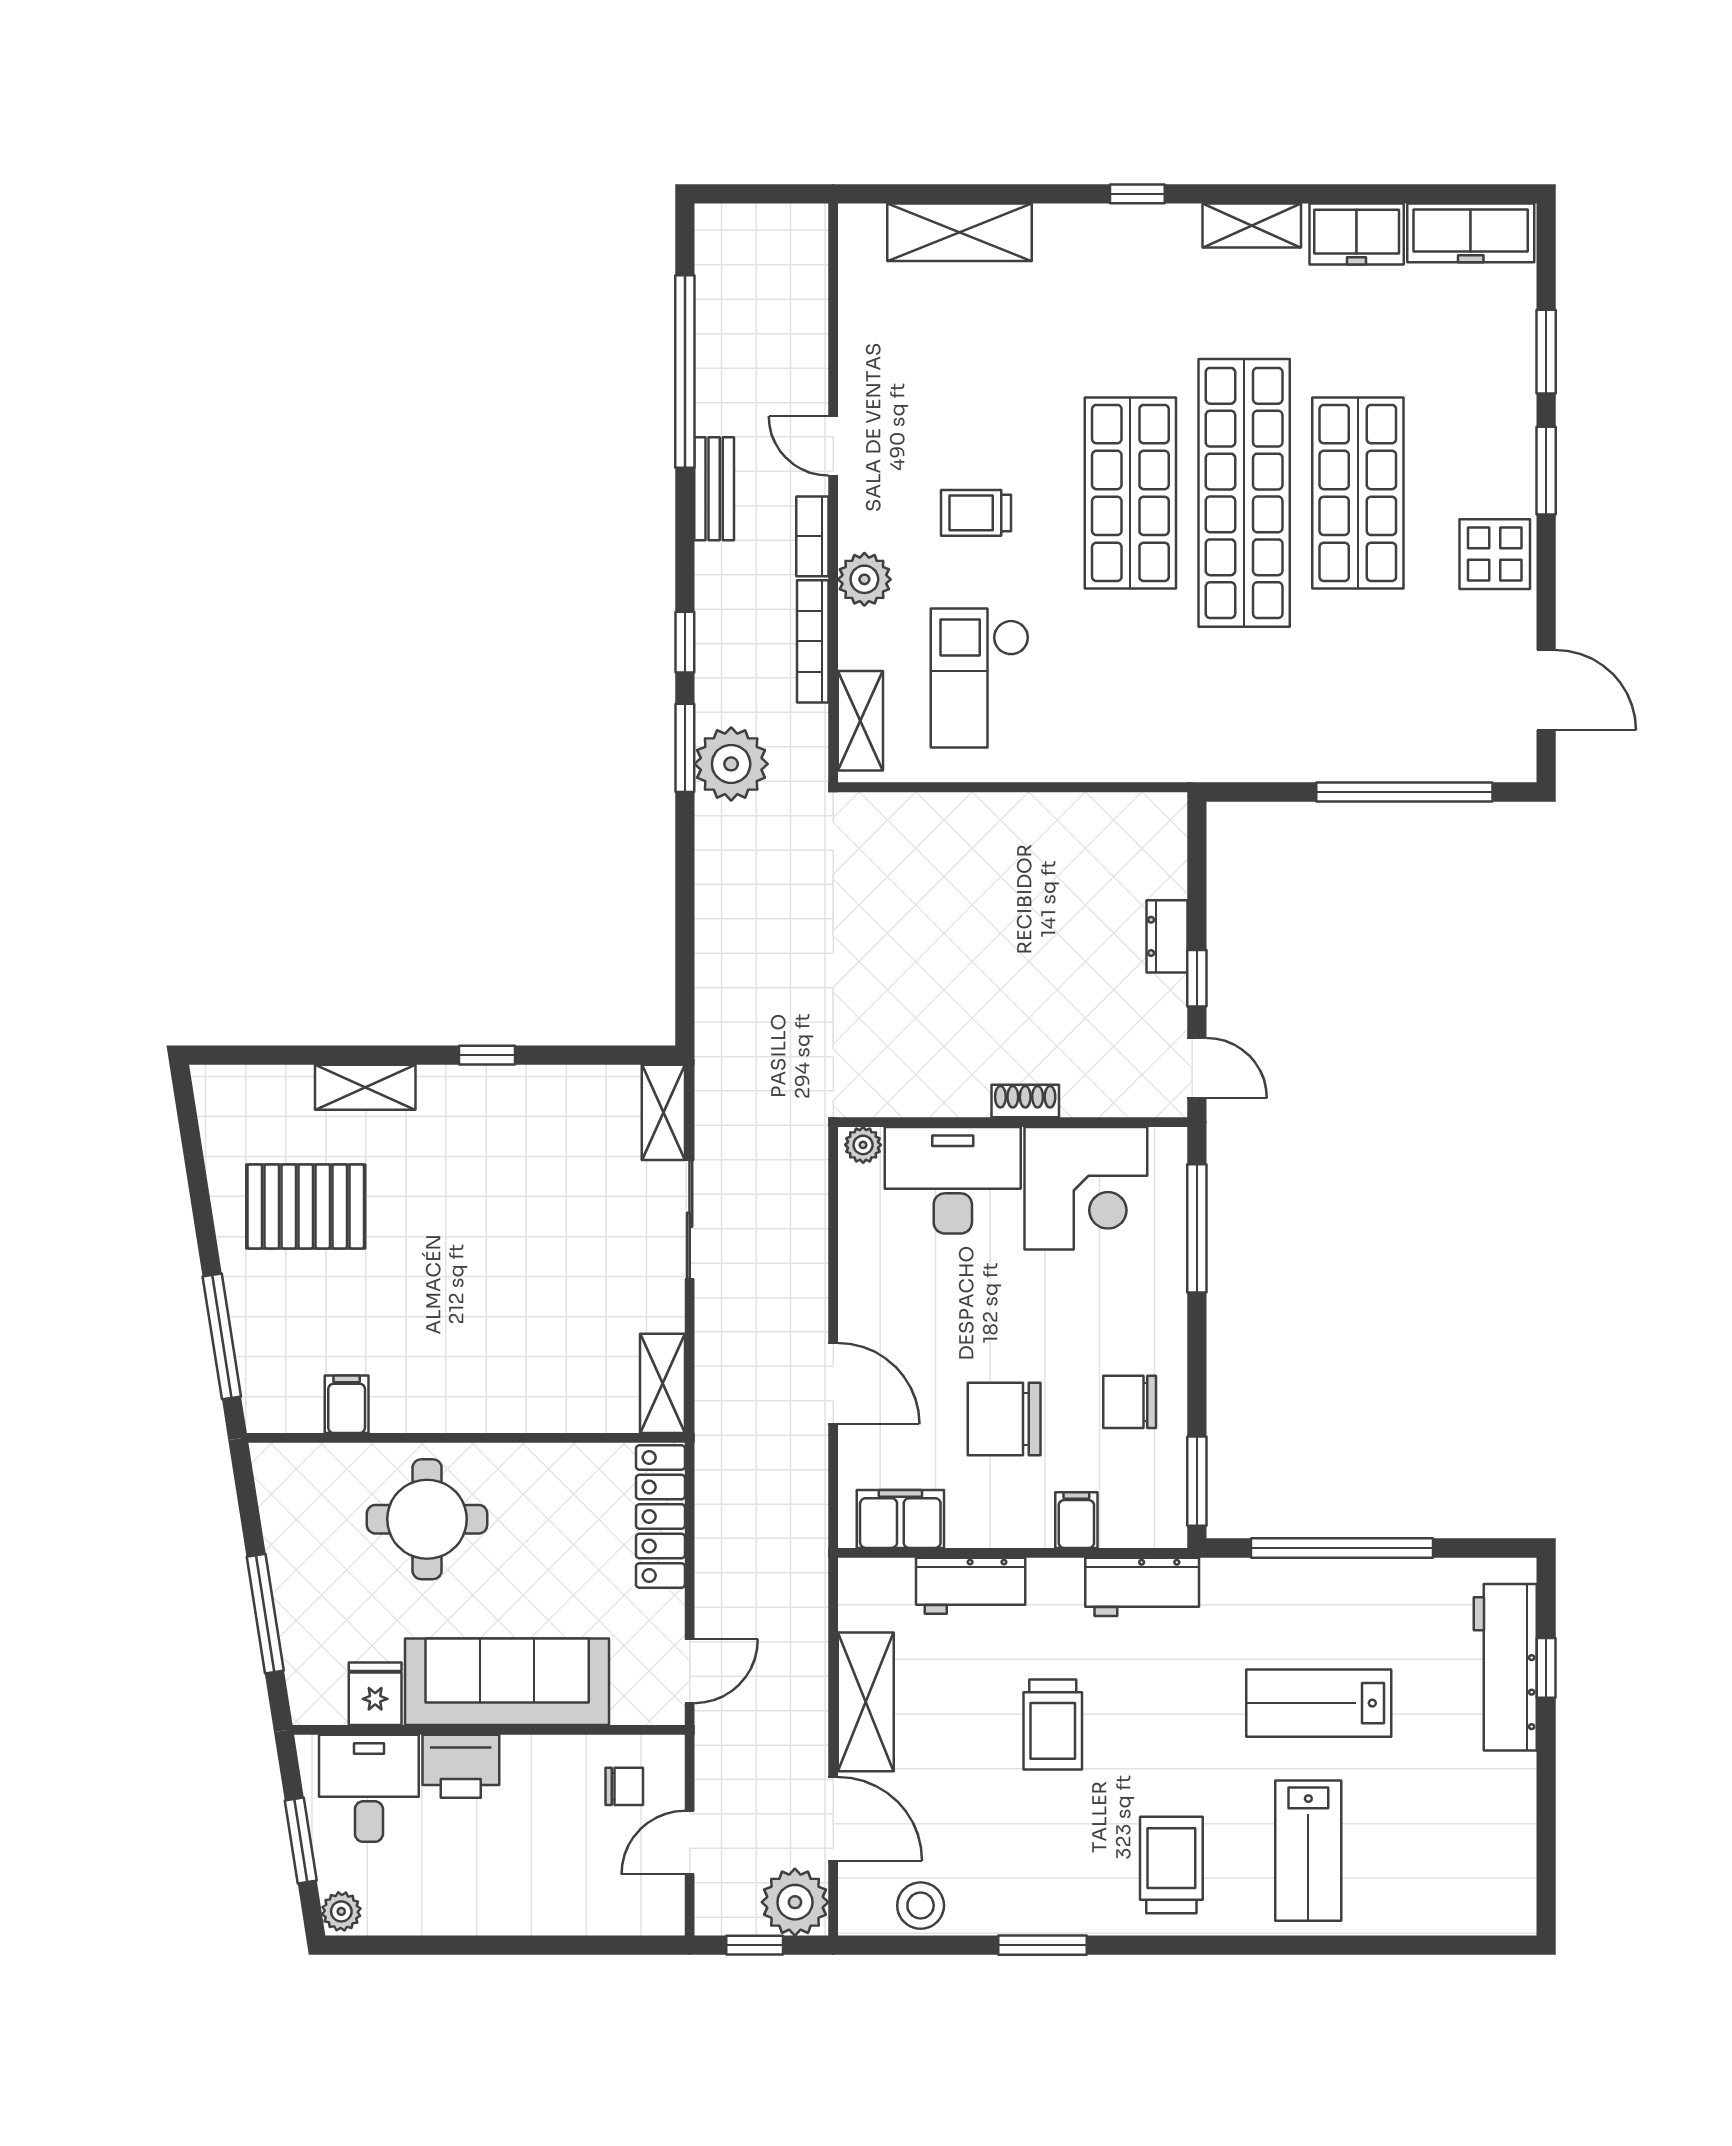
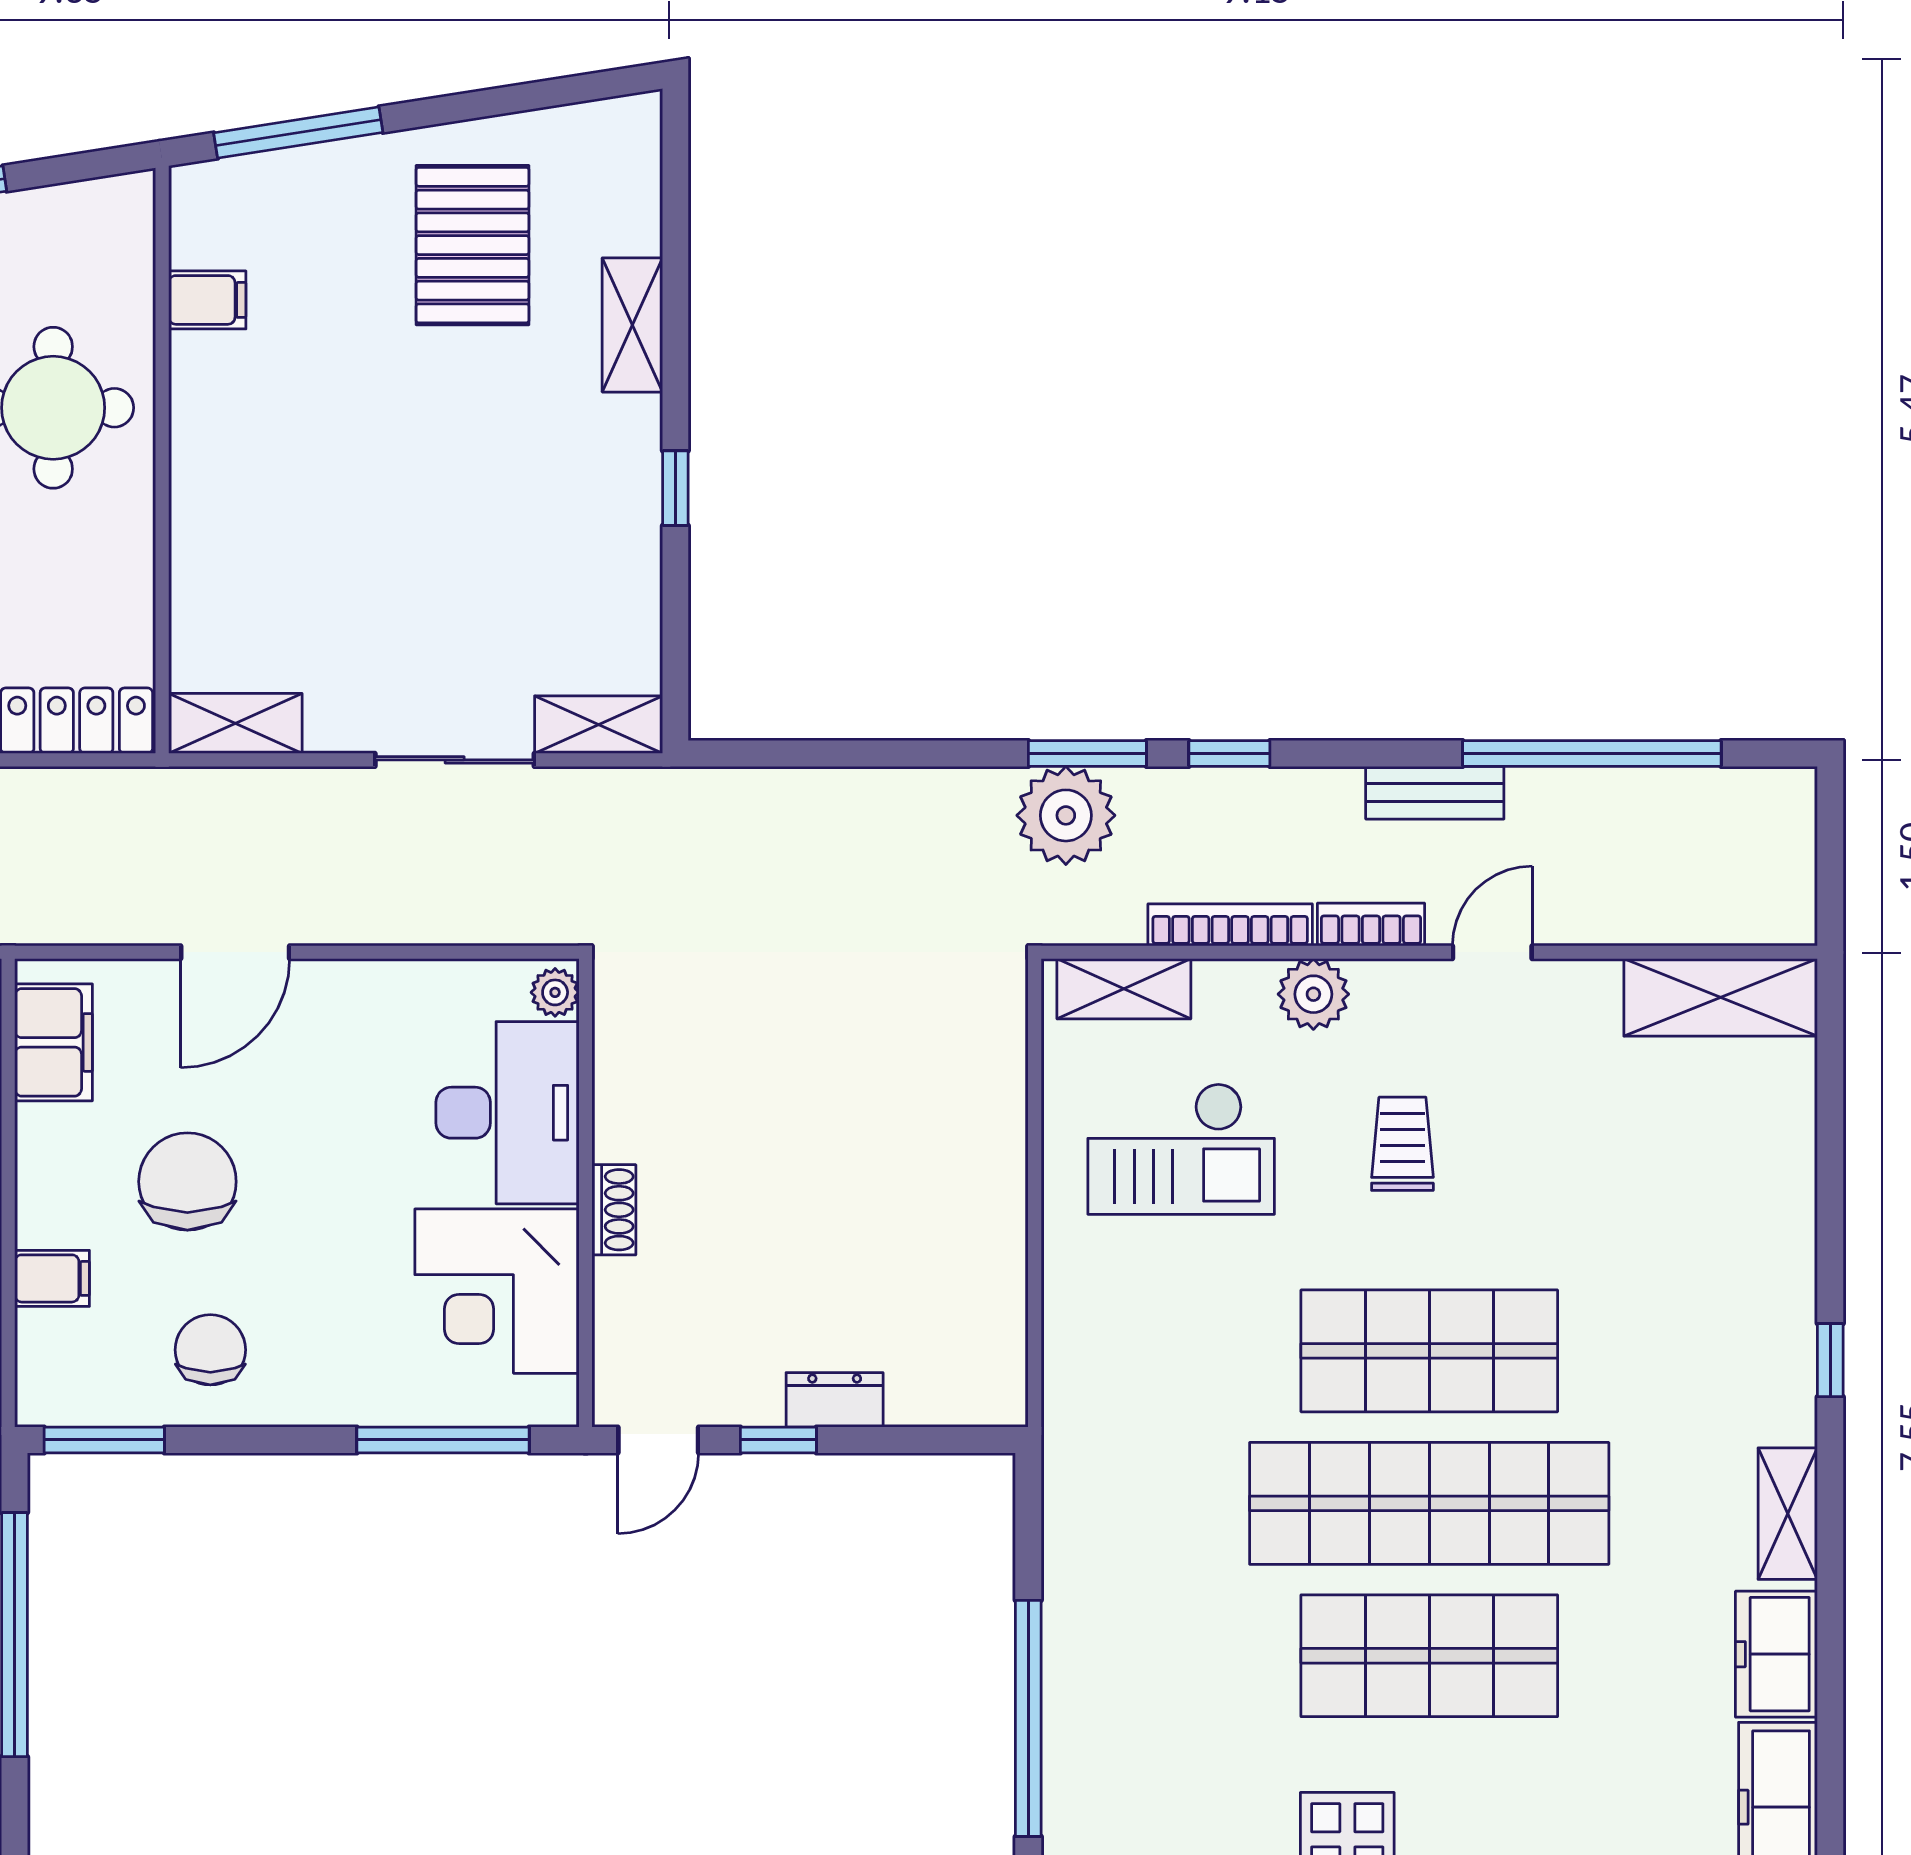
shelving: (960, 232) -> (1721, 997), moved, turned 90
checkout: (980, 678) -> (1181, 1149), turned 180

